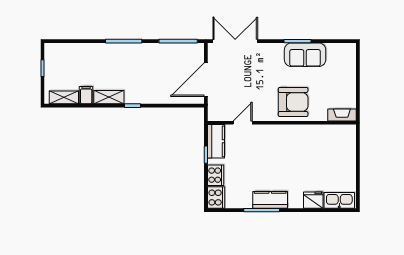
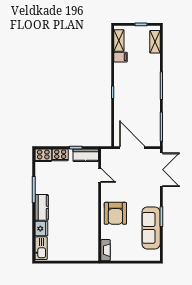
sofa: (305, 55) -> (151, 228), width x1.36
shelving: (109, 97) -> (155, 42), moved
kitchen counter: (270, 200) -> (42, 207), moved

